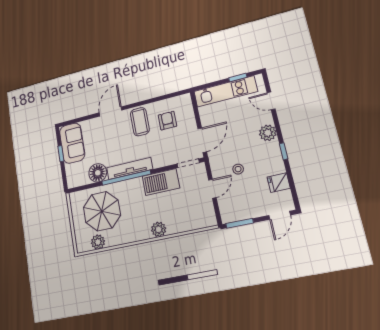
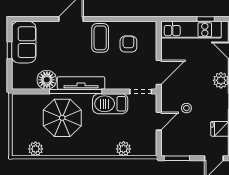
parasol: (102, 211) -> (62, 118), moved
plant: (159, 229) -> (124, 149), moved

